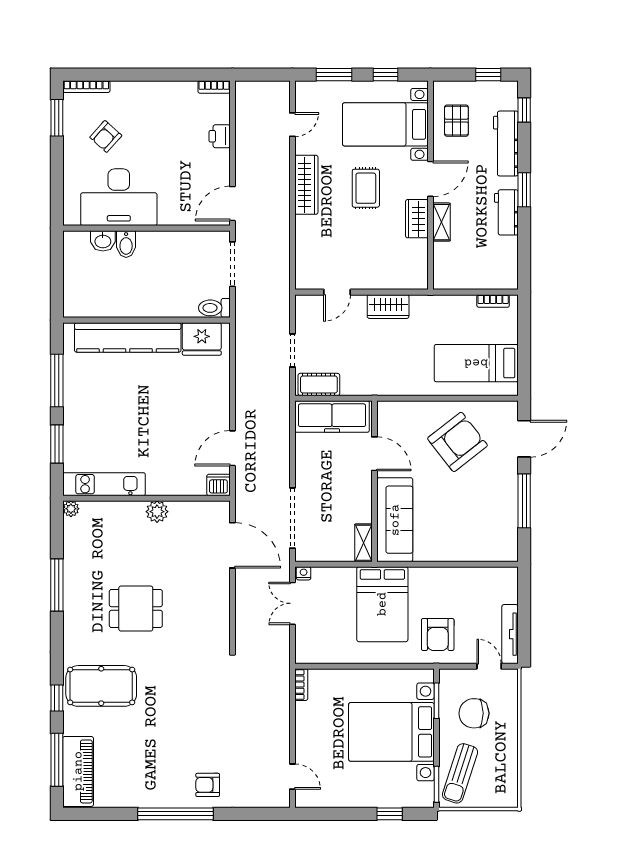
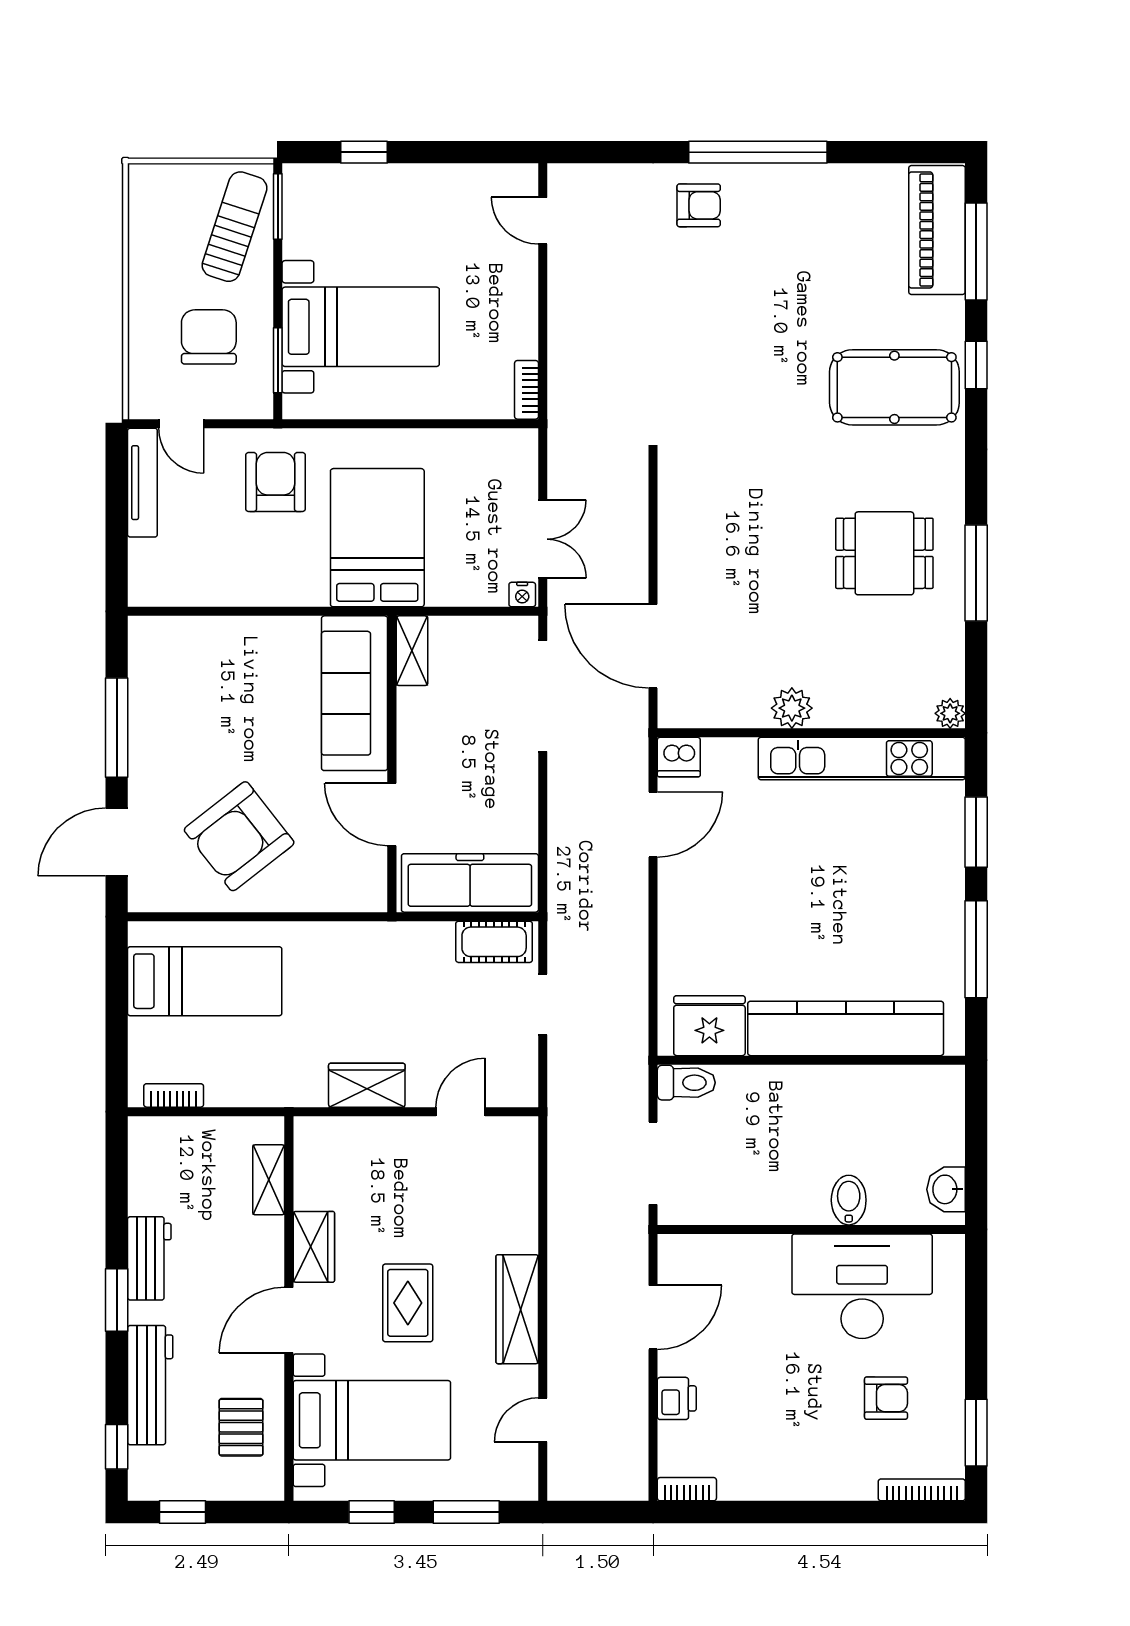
armchair: (106, 136) -> (886, 1398), turned 48
door: (232, 204) -> (653, 1317), moved
shelving: (441, 222) -> (269, 1180), moved
washbasin: (103, 241) -> (946, 1189), moved, turned -90
kitchen unit: (104, 484) -> (862, 759), width x1.36
dining table: (136, 609) -> (884, 553), moved
chair: (474, 713) -> (209, 337), turned -90
bed with nightstands: (391, 732) -> (361, 327), width x0.73

